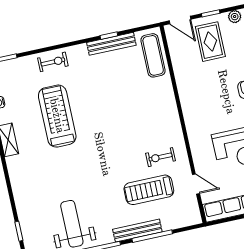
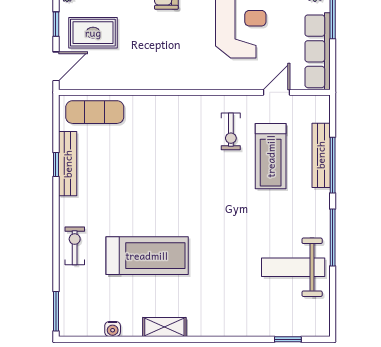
treadmill: (57, 116) -> (147, 256), turned 180
bench: (137, 231) -> (321, 155), moved

